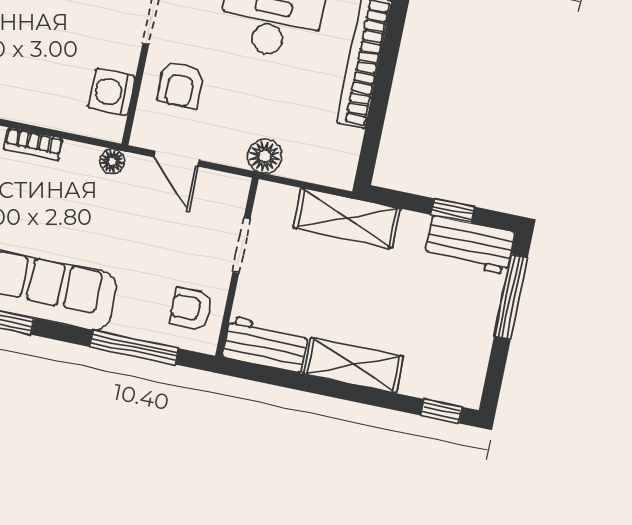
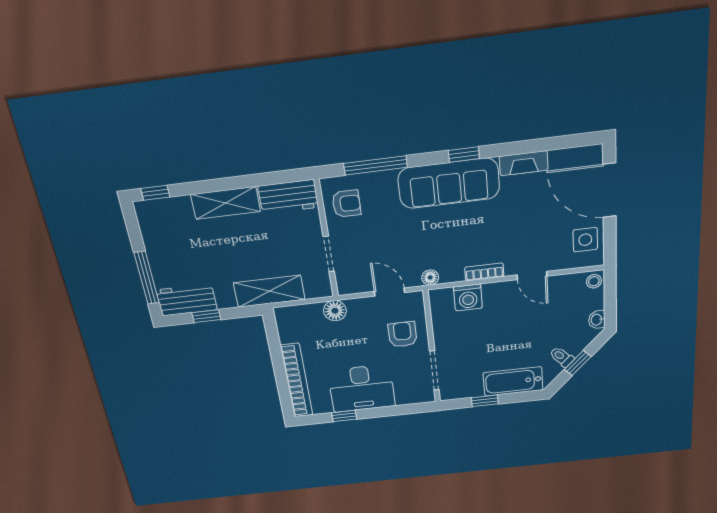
washing machine: (112, 92) -> (468, 297), moved, turned 90

